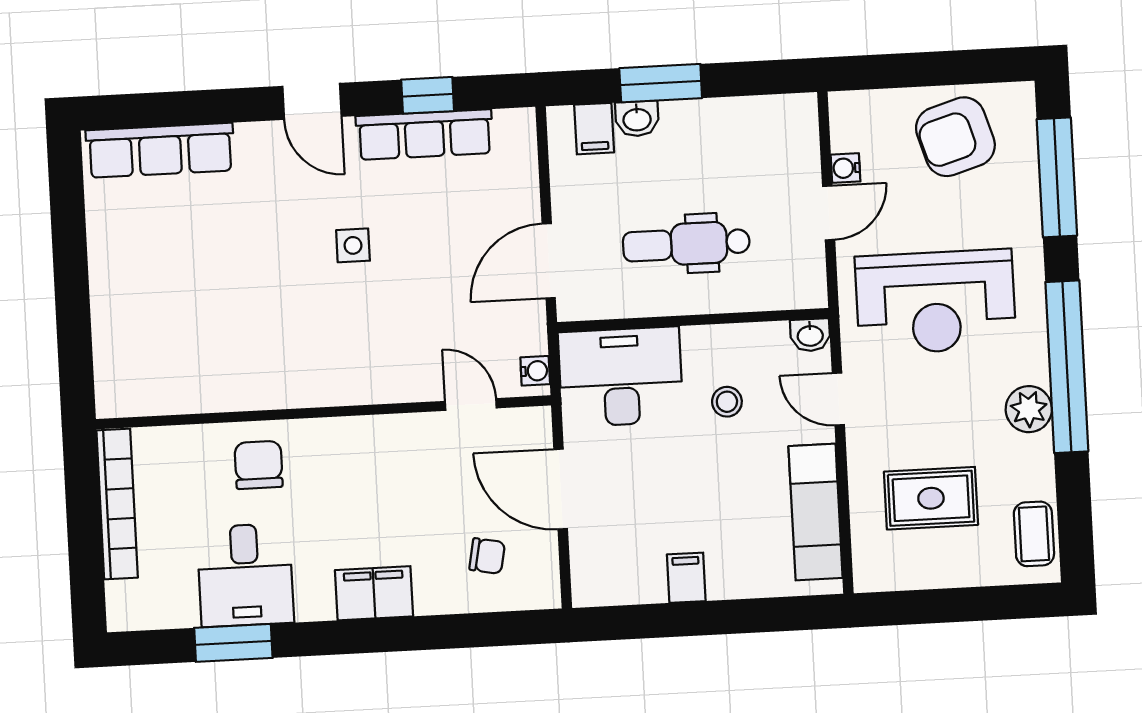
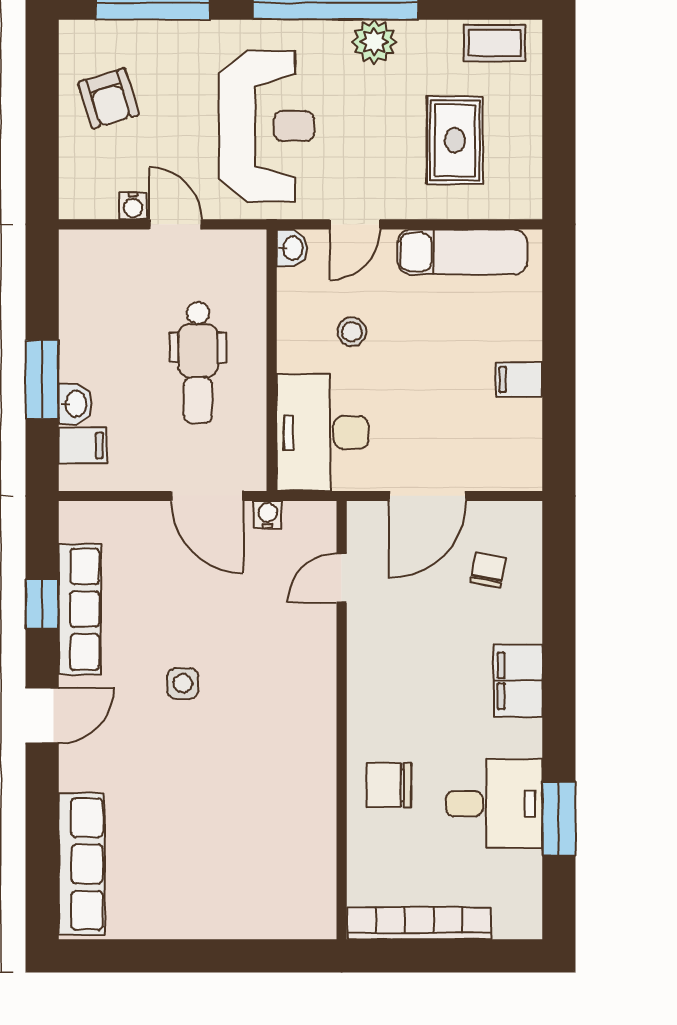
armchair: (955, 137) -> (109, 99), width x0.72, depth x0.72
water cooler: (535, 371) -> (268, 515), moved

